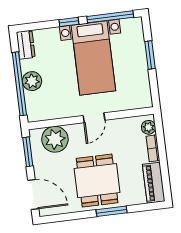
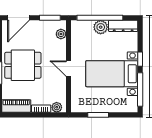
dresser: (26, 45) -> (123, 26), width x1.44
window: (150, 55) -> (98, 115), moved
plant: (55, 139) -> (61, 34), width x0.53, depth x0.53

